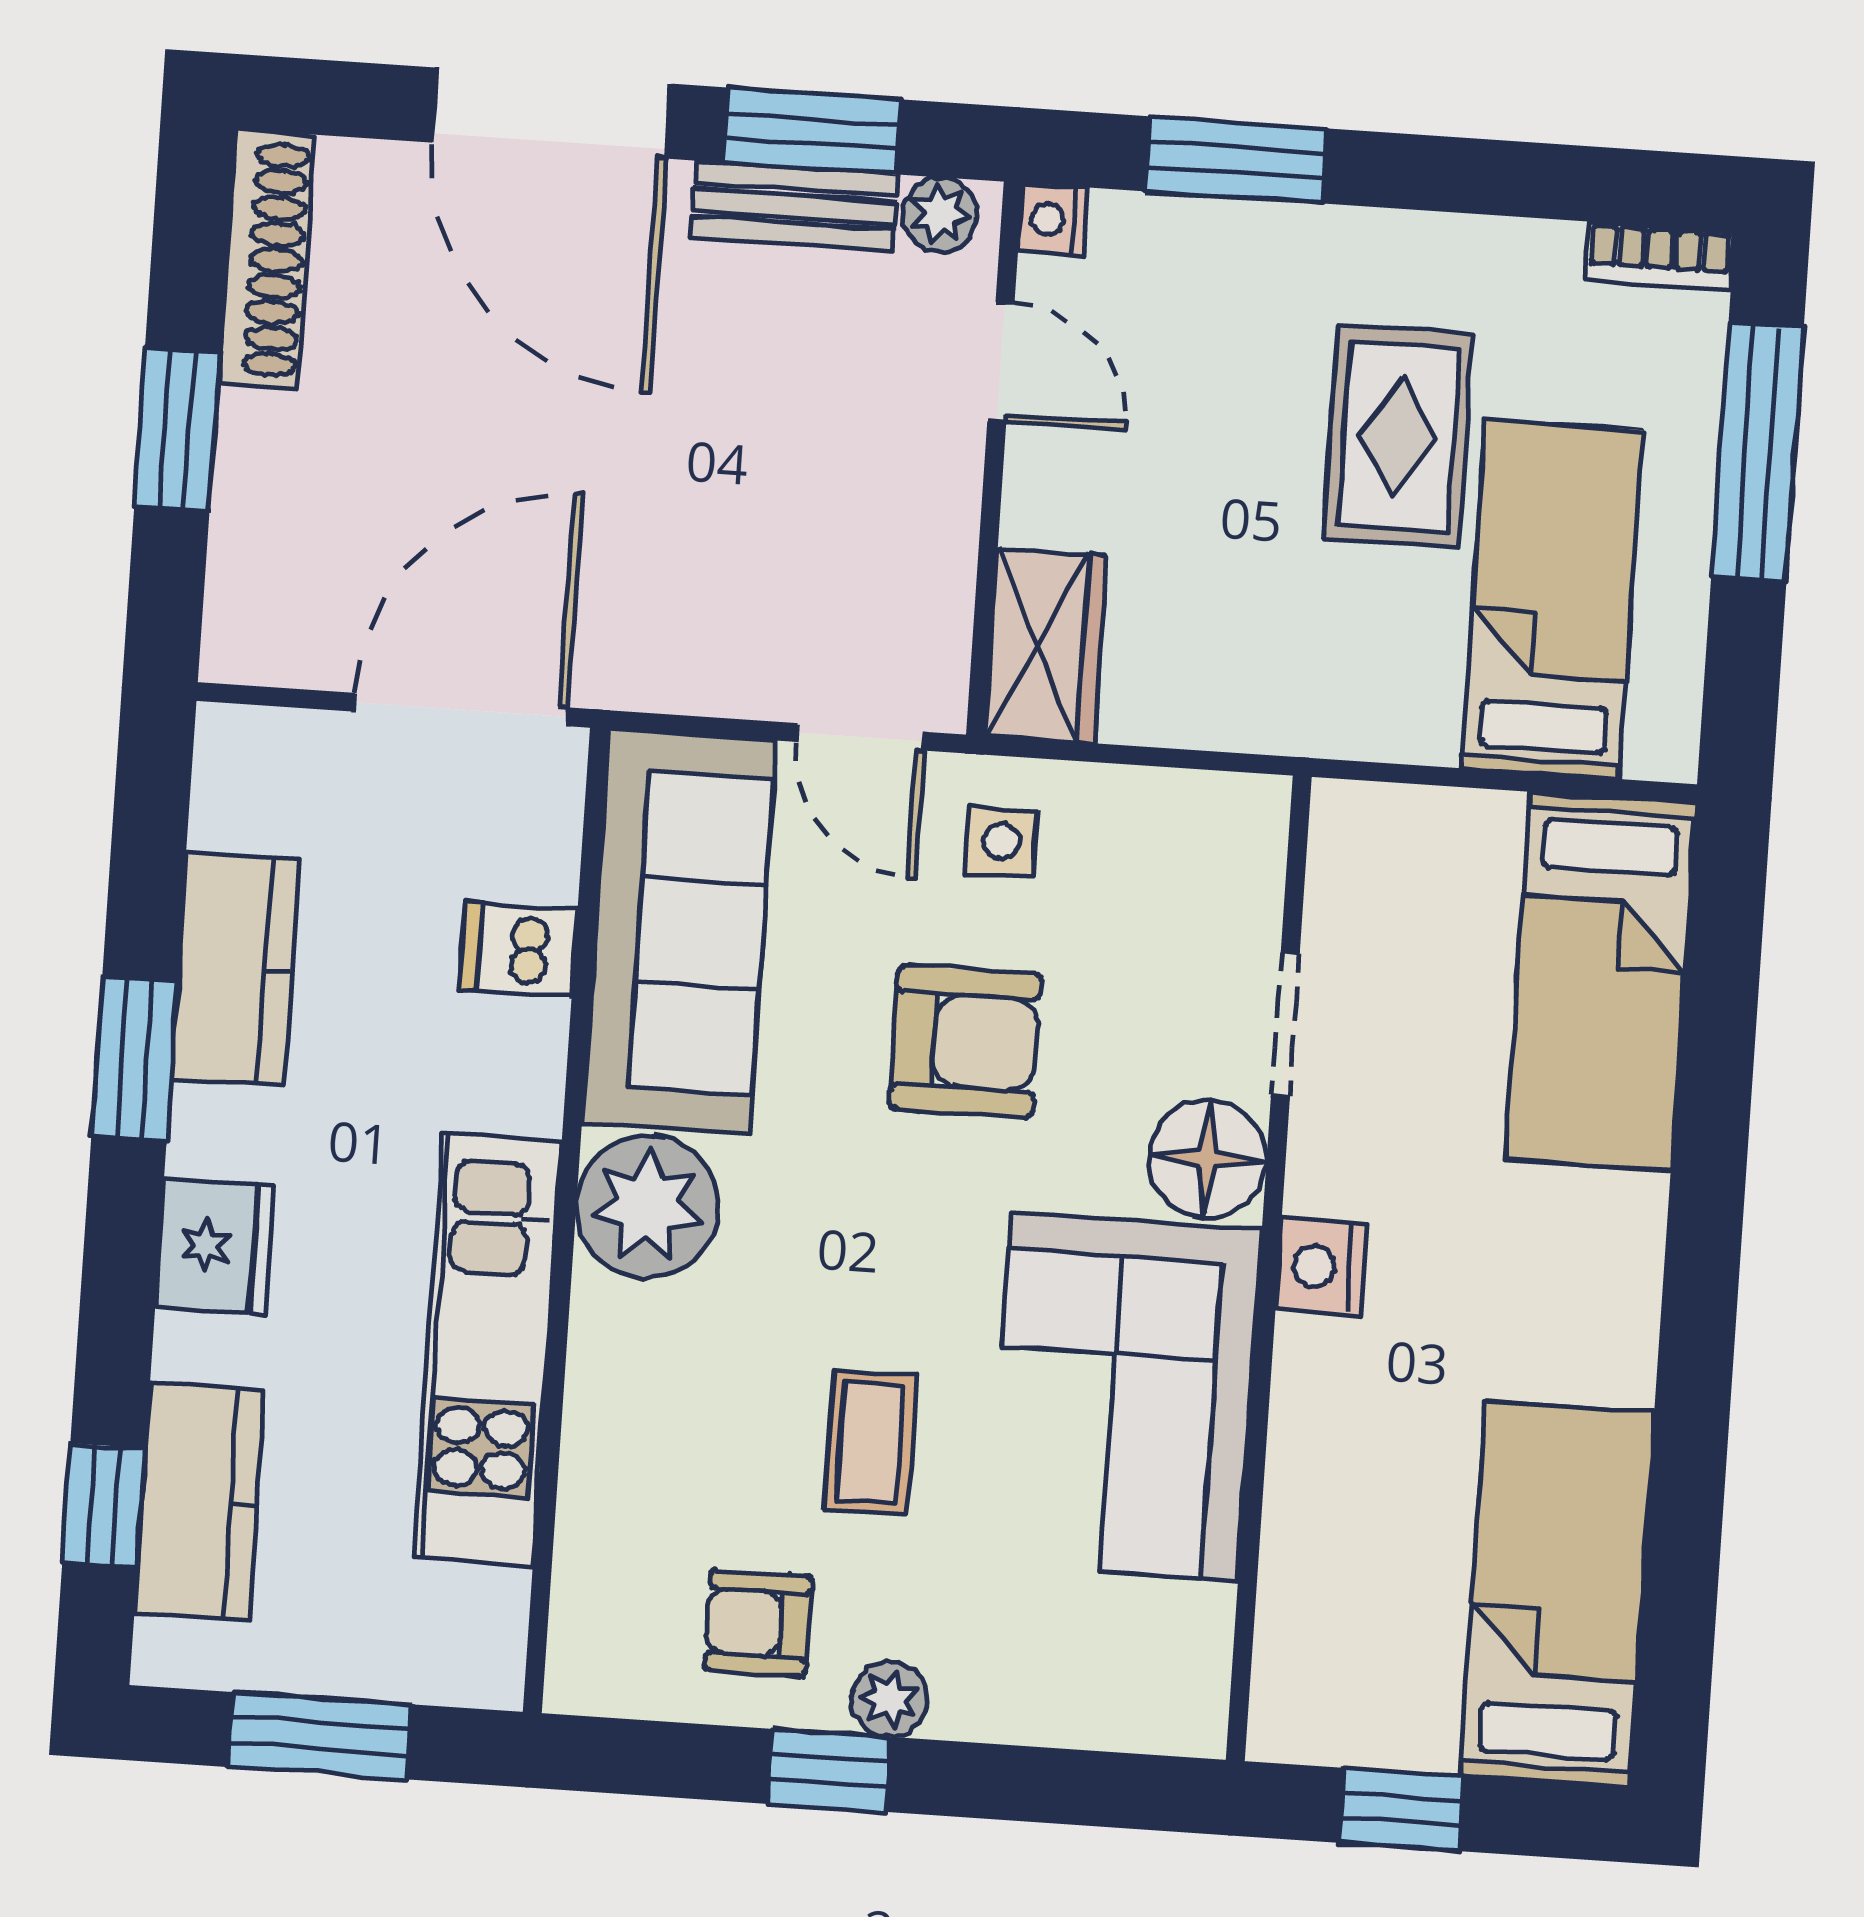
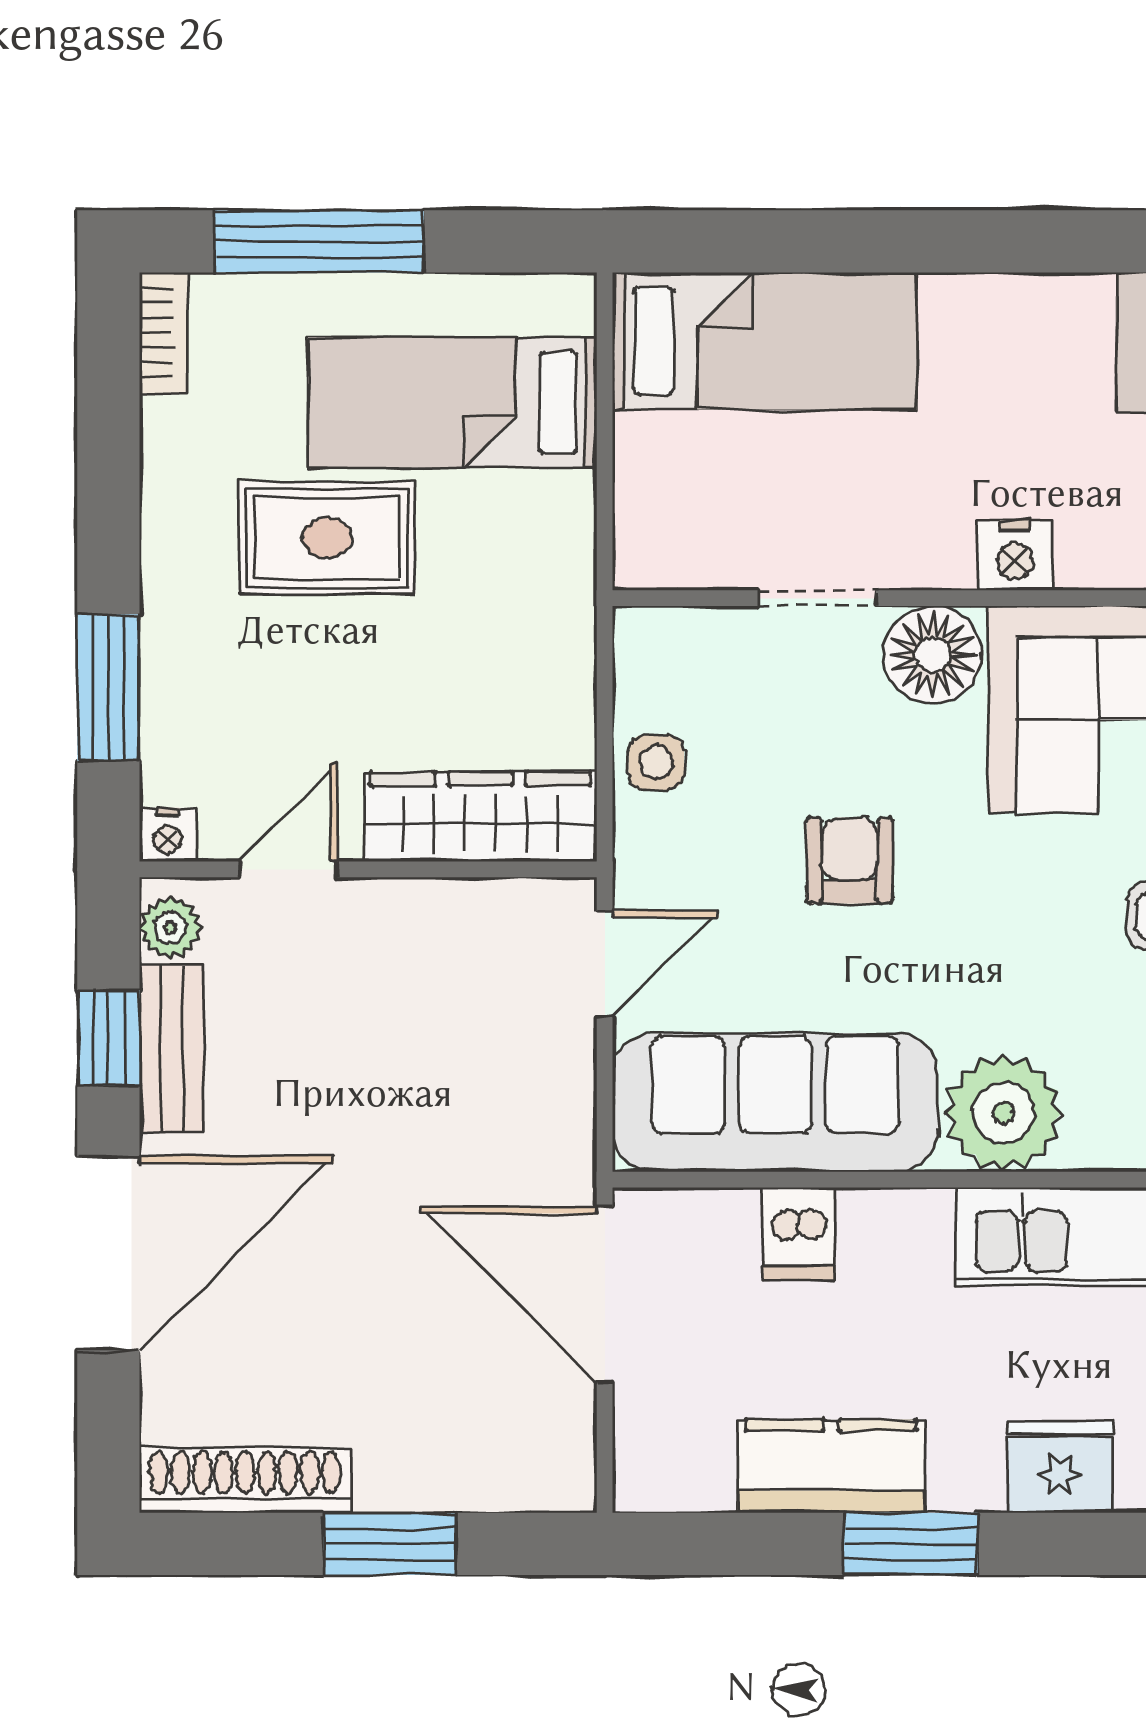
window: (812, 131) -> (108, 1038), width x0.67
wardrobe: (1046, 646) -> (480, 817), width x1.50
side table: (1001, 842) -> (656, 762), moved
armchair: (965, 1042) -> (850, 861), width x0.72, depth x0.72

